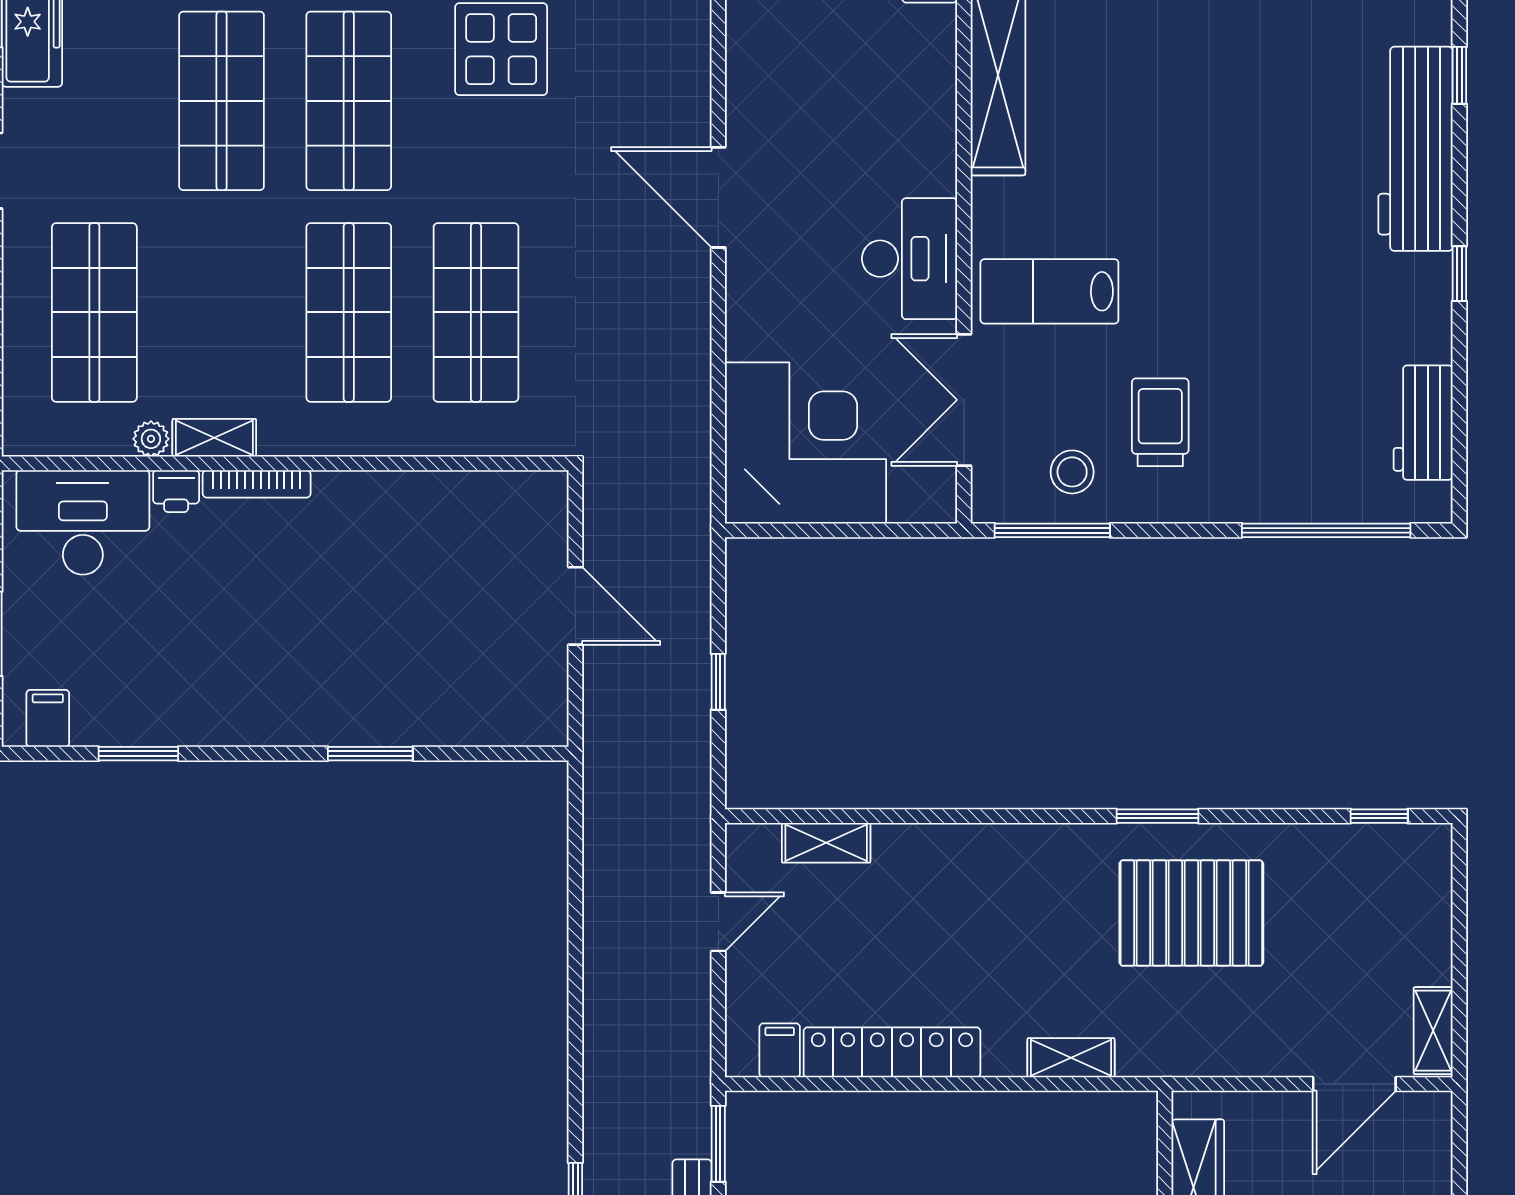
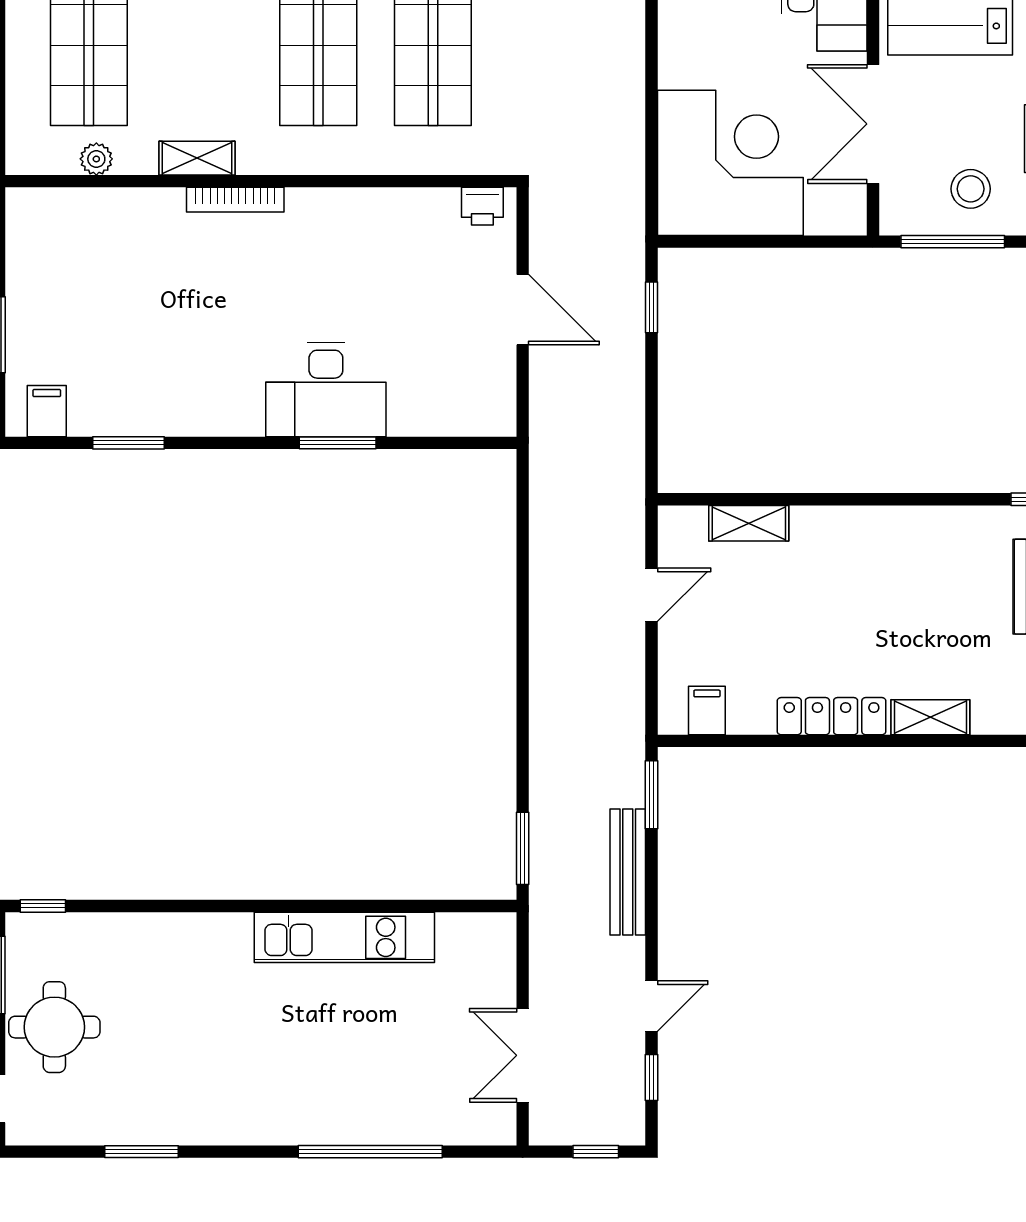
plant: (151, 439) -> (96, 159), moved
printer: (176, 491) -> (482, 206), moved
desk: (83, 522) -> (326, 390), moved, turned 180
window: (718, 682) -> (651, 307), moved
locker: (892, 1052) -> (832, 716), width x0.71, depth x0.83
shelving: (1071, 1058) -> (930, 717), moved

